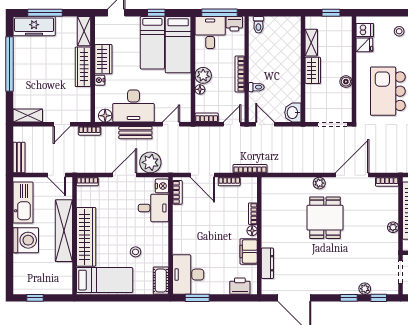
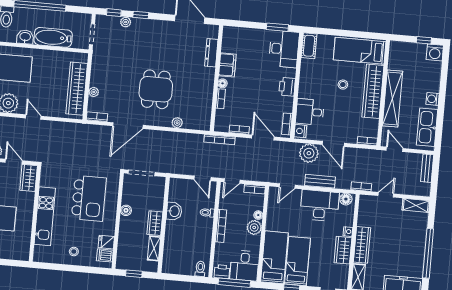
washbasin: (293, 113) -> (174, 211), moved
door: (124, 175) -> (333, 144), hinge flipped
plant: (319, 183) -> (177, 123), moved
plant: (393, 227) -> (94, 92), moved
washing machine: (26, 240) -> (433, 99), width x0.53, depth x0.53
stool: (136, 252) -> (343, 85), moved
washing machine: (22, 286) -> (435, 52), added
printer: (240, 286) -> (287, 87), moved, turned 90

